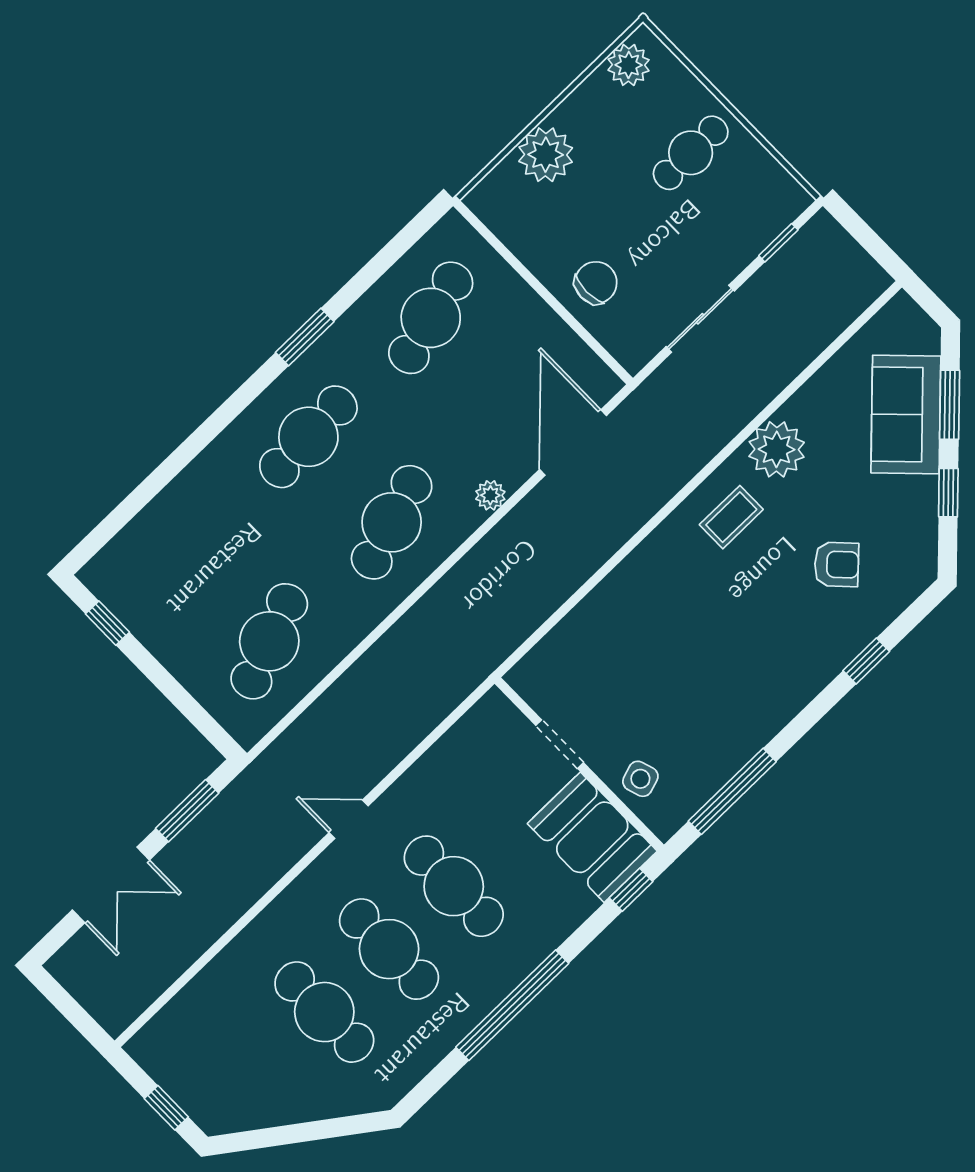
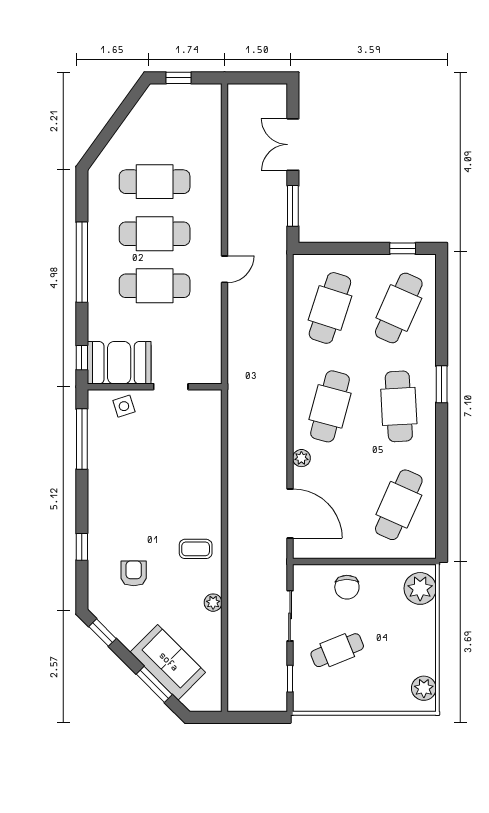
cafe table: (691, 153) -> (337, 650), moved, turned 68
plant: (546, 155) -> (420, 588), moved
cafe table: (431, 318) -> (399, 505), turned 39
window: (305, 337) -> (442, 384), moved
plant: (777, 449) -> (213, 603), width x0.53, depth x0.53
window: (948, 493) -> (103, 633), moved
coffee table: (731, 517) -> (196, 549), turned 90
cafe table: (392, 522) -> (330, 406), turned 33
cafe table: (186, 556) -> (399, 308), added
armchair: (837, 564) -> (134, 573), turned 134
cafe table: (269, 641) -> (330, 308), turned 39

